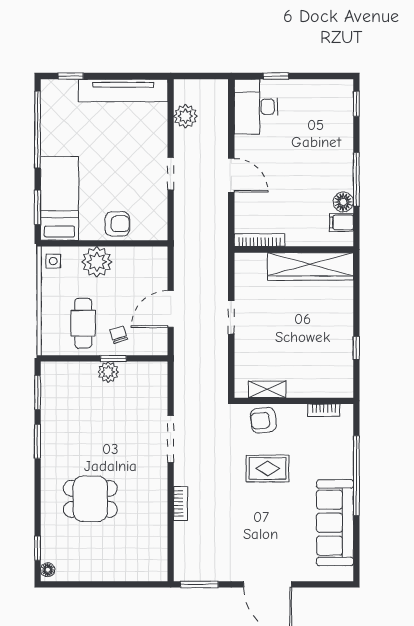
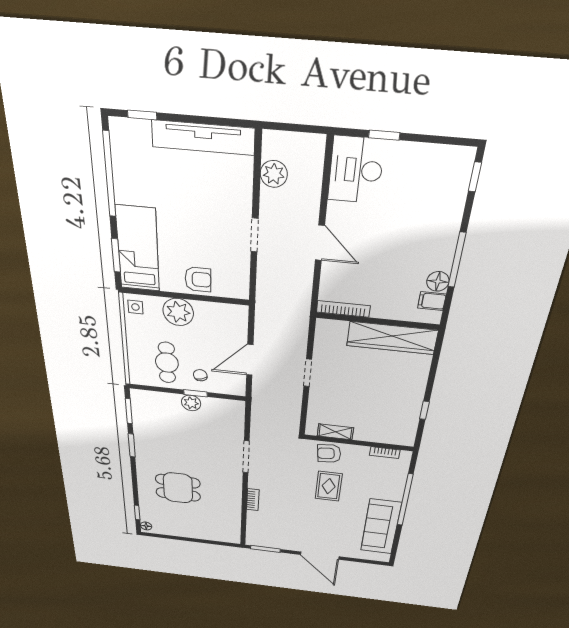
rug: (268, 468) -> (329, 486), turned 90

